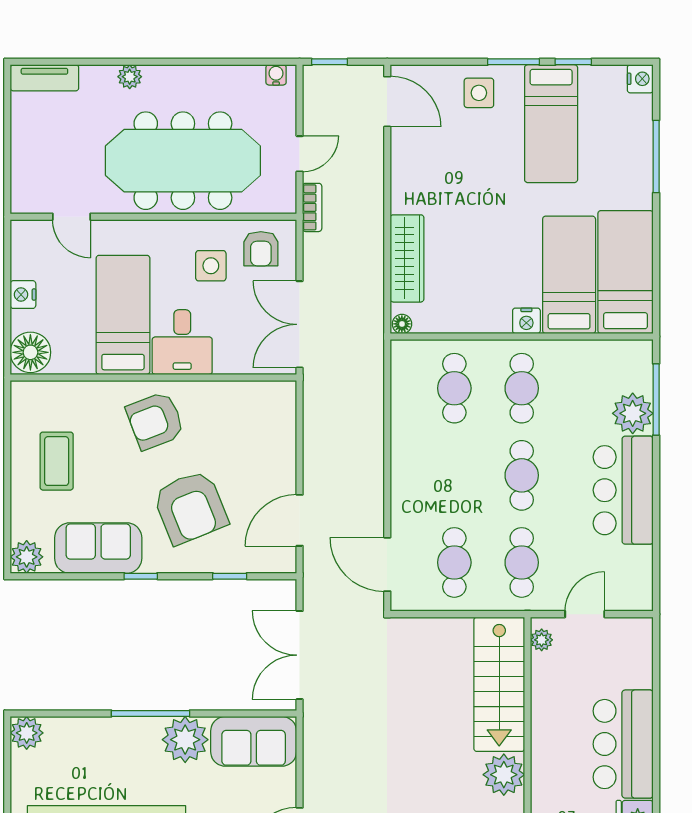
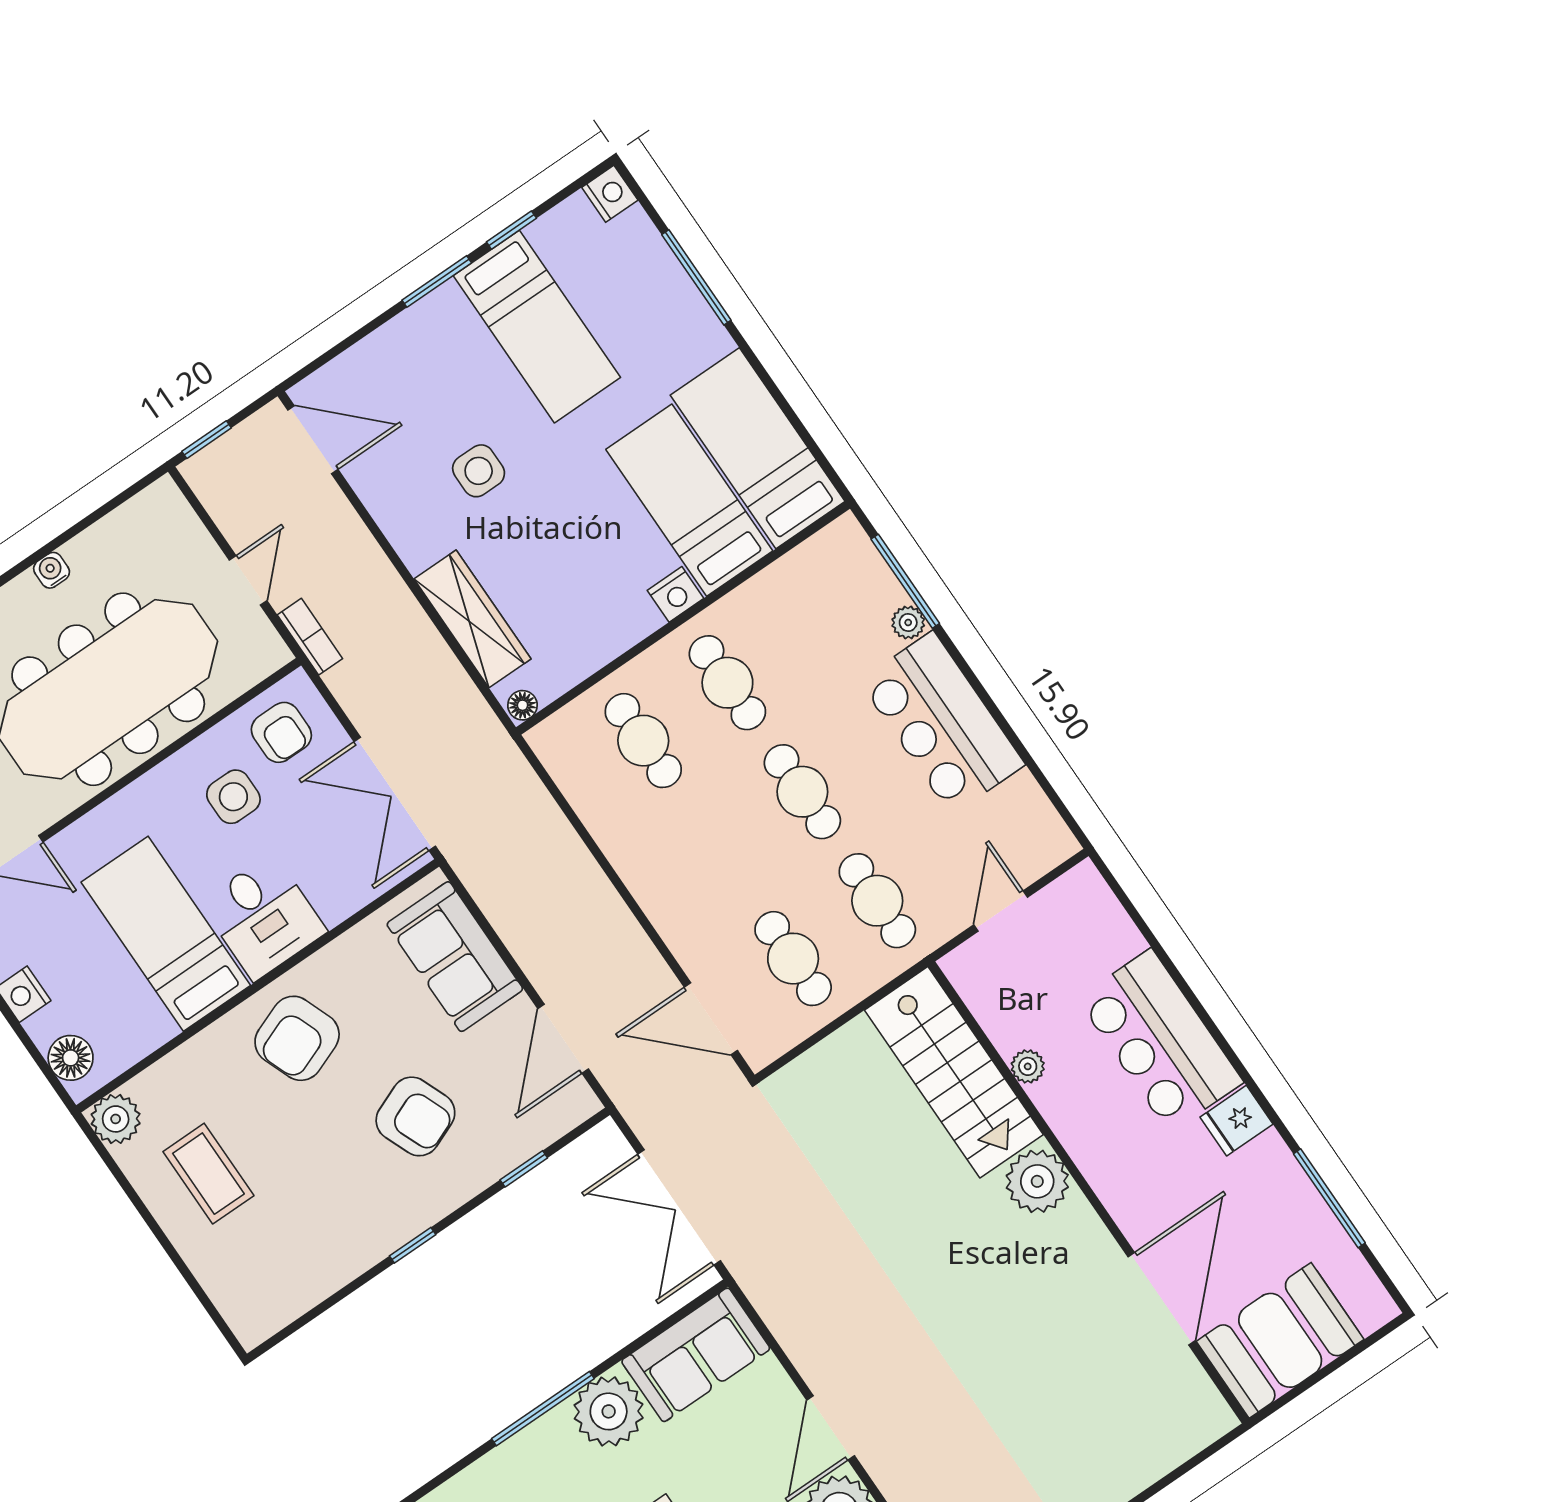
water cooler: (276, 75) -> (52, 570), moved
side table: (479, 93) -> (479, 471), moved
floor lamp: (30, 352) -> (71, 1058), width x0.73, depth x0.73
plant: (633, 413) -> (908, 622), width x0.53, depth x0.53
armchair: (190, 507) -> (415, 1116), width x0.73, depth x0.73
sofa: (98, 548) -> (455, 957), moved, turned -90
plant: (27, 557) -> (116, 1119), moved
plant: (542, 640) -> (1028, 1066), moved

